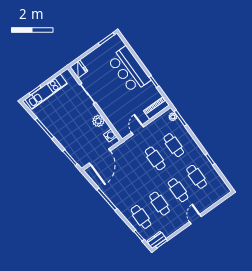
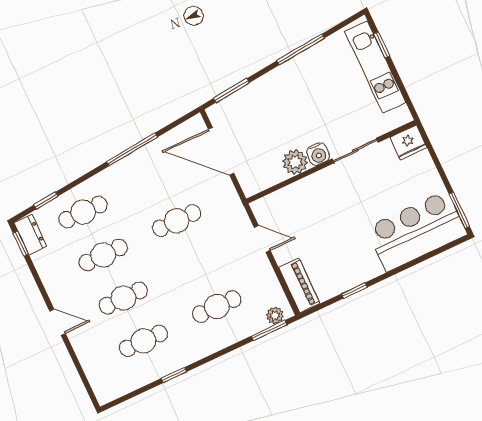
bar counter: (129, 70) -> (417, 231), moved
water cooler: (110, 135) -> (318, 154), moved
cafe table: (155, 158) -> (177, 221), moved

